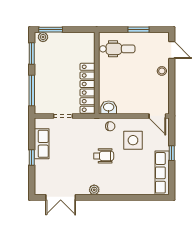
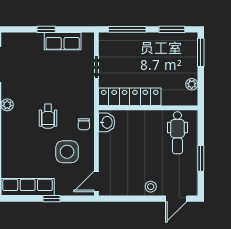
plant: (43, 37) -> (192, 84), moved

